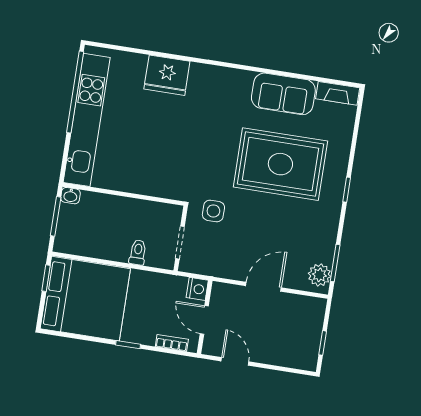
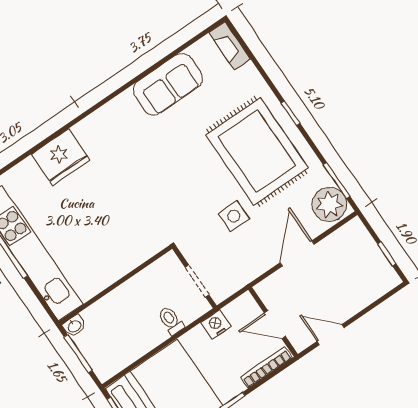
fireplace: (338, 93) -> (230, 46), moved, turned 90
rug: (280, 164) -> (257, 151), moved, turned 90
side table: (213, 211) -> (234, 216), moved
plant: (319, 275) -> (329, 204), width x1.36, depth x1.36
nightstand: (197, 289) -> (216, 324), moved, turned -90
bookcase: (172, 343) -> (266, 367), width x1.56

